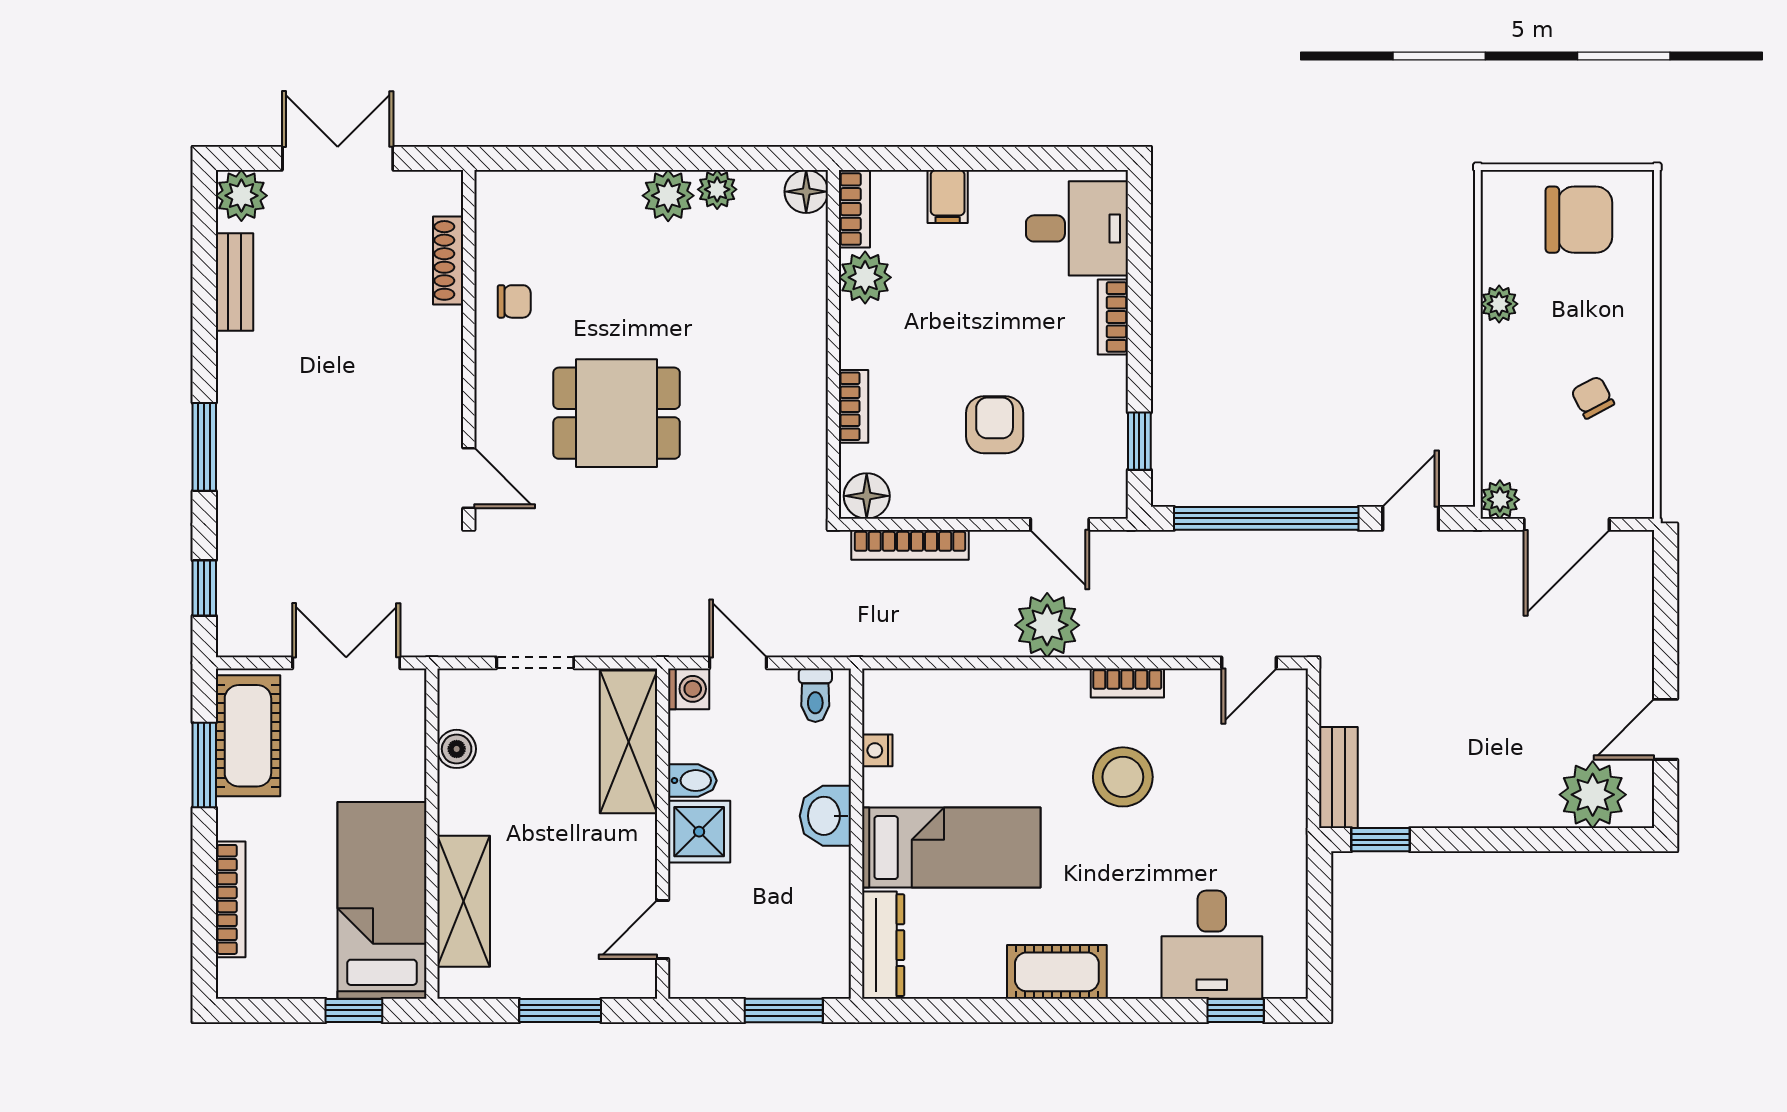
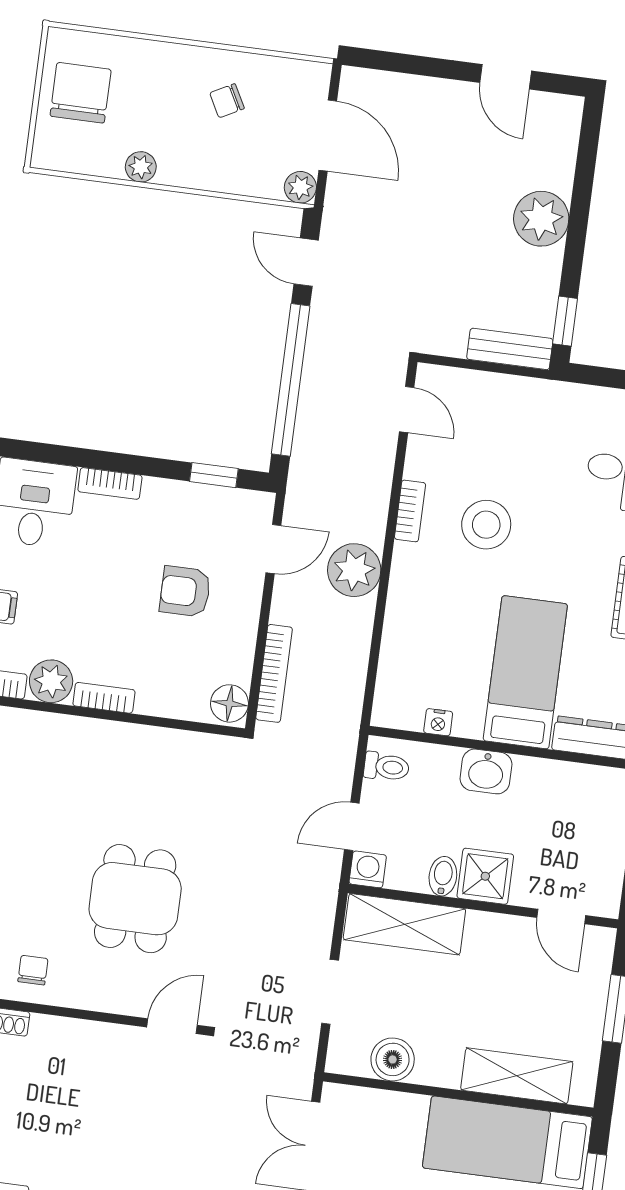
bookcase: (854, 406) -> (104, 698), moved
boiler: (457, 749) -> (393, 1059), width x1.36, depth x1.36
plant: (1593, 795) -> (541, 219), moved

